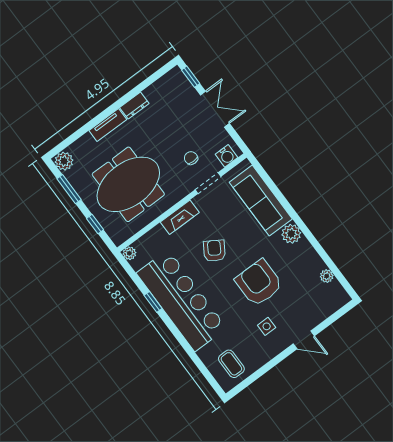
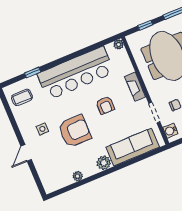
armchair: (214, 251) -> (105, 105), turned 58
plant: (327, 276) -> (78, 176), moved
window: (153, 302) -> (33, 72), moved

